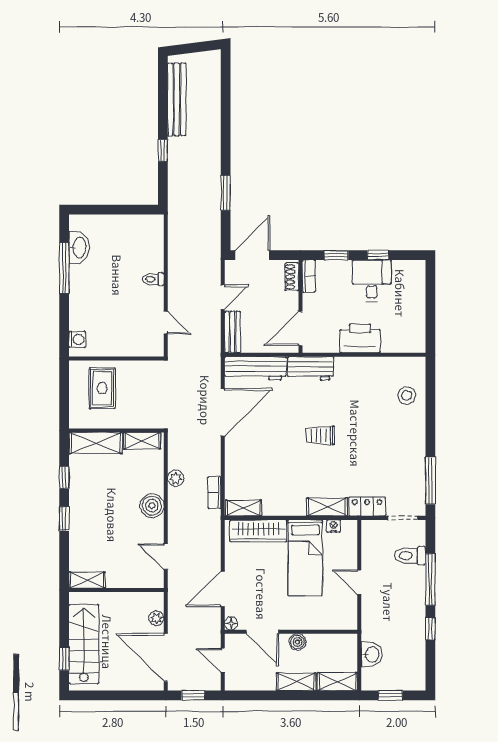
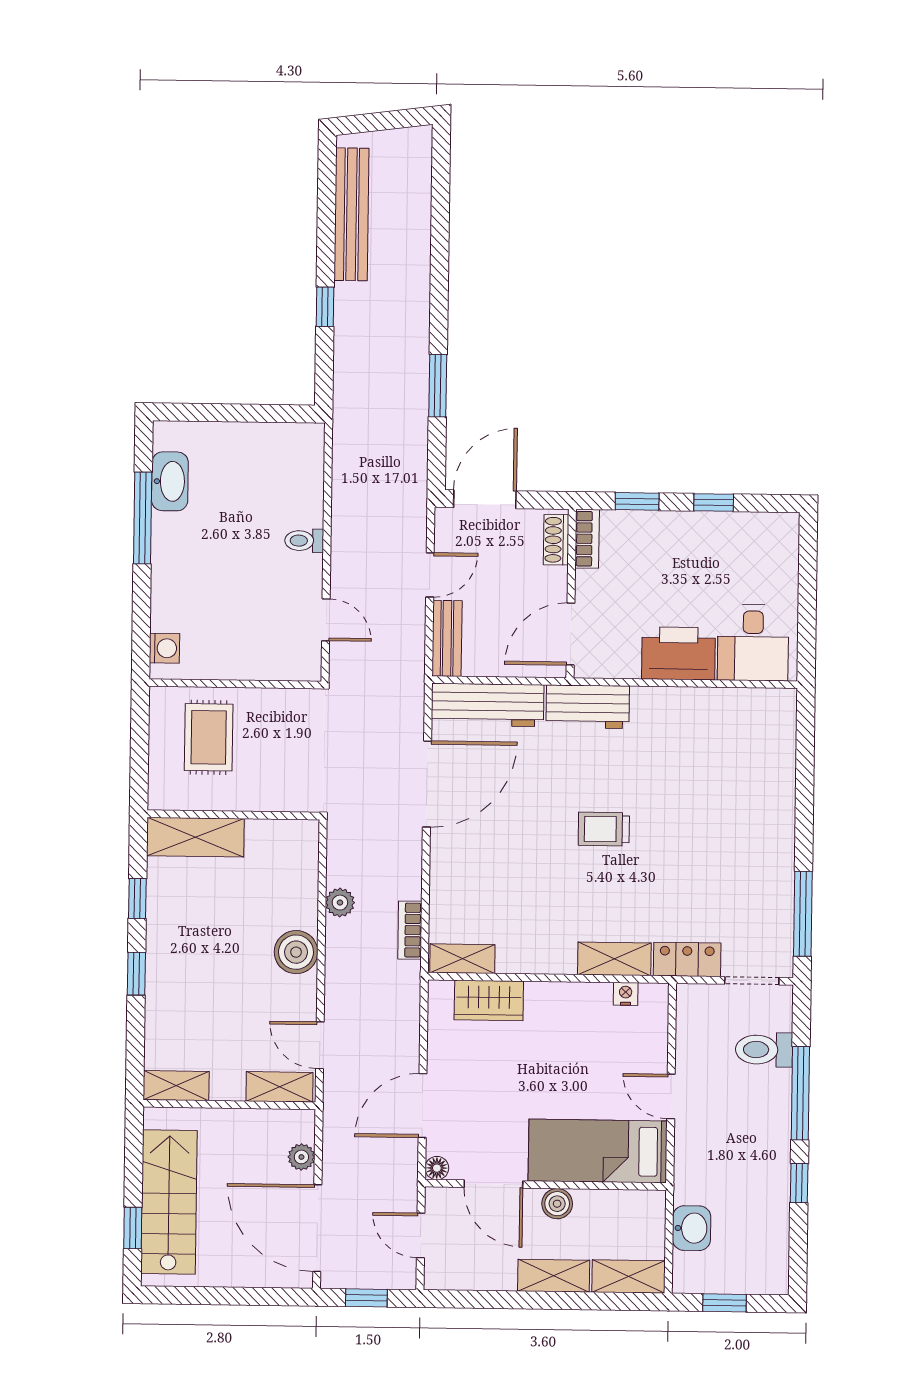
desk: (372, 281) -> (753, 643), moved, turned 180
stool: (407, 395) -> (762, 758), removed
shelving: (142, 441) -> (280, 1087), moved
wardrobe: (258, 531) -> (489, 1000), width x0.67
bed: (305, 558) -> (598, 1151), moved, turned 90

